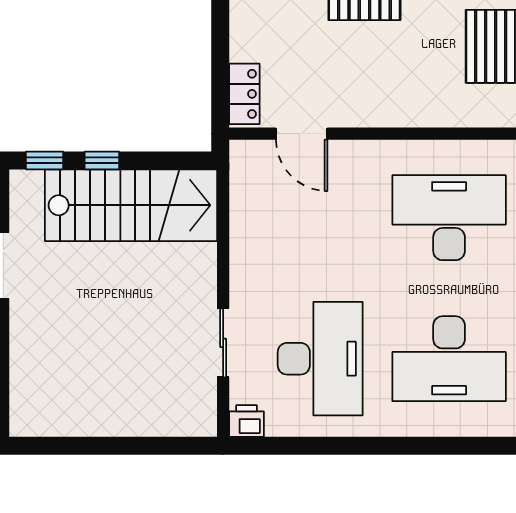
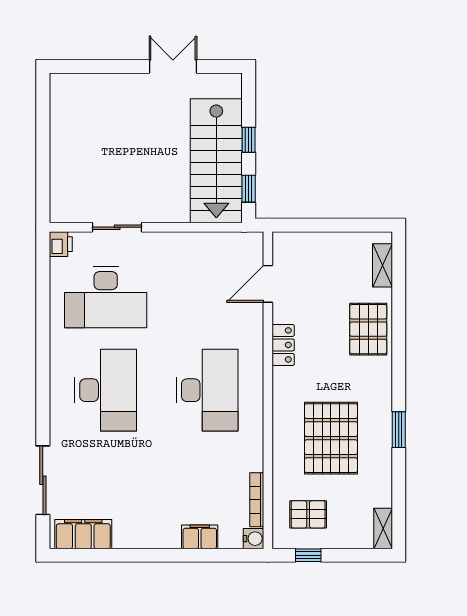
locker: (244, 94) -> (283, 345), moved, turned -90
window: (45, 160) -> (249, 189), moved
desk: (449, 359) -> (106, 390), turned 180

